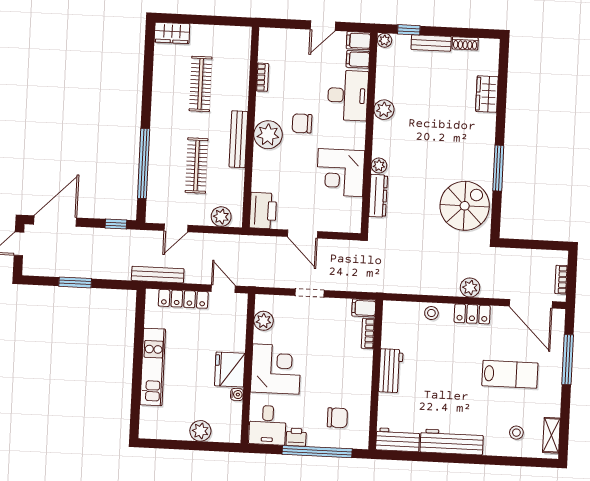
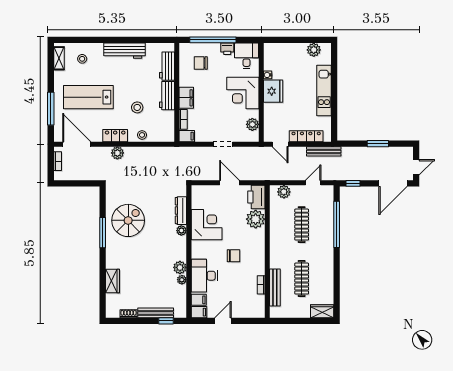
plant: (384, 40) -> (182, 280), moved
bench: (431, 43) -> (156, 313), width x1.36
plant: (268, 135) -> (256, 219), moved
bench: (238, 139) -> (275, 287), moved
spiral stairs: (465, 206) -> (128, 220), moved, turned 180
stool: (437, 355) -> (137, 107), added
filing cabinet: (362, 366) -> (186, 98), added
lab bench: (510, 374) -> (88, 97), width x1.36, depth x1.39
plant: (200, 431) -> (314, 50), moved
workbench: (398, 440) -> (167, 66), moved, turned 90

